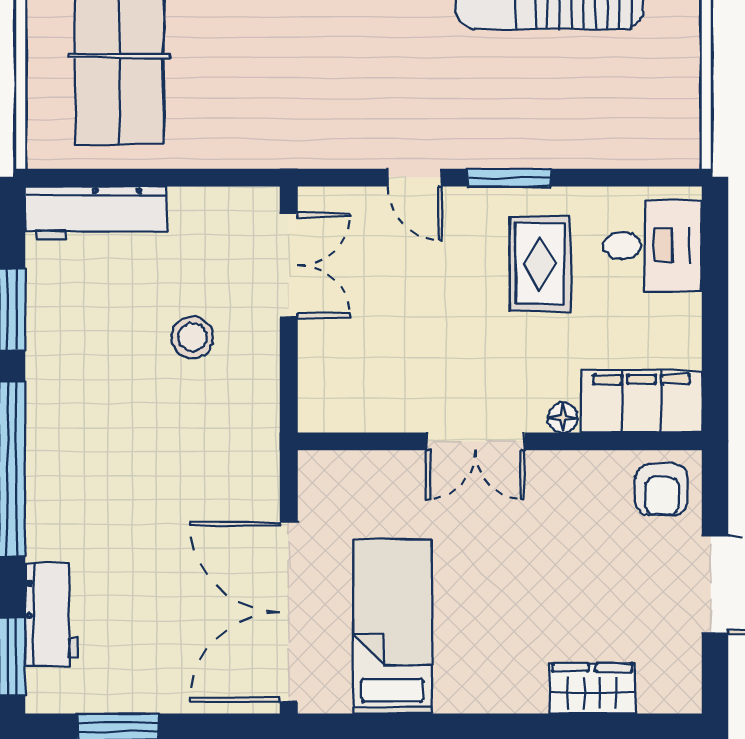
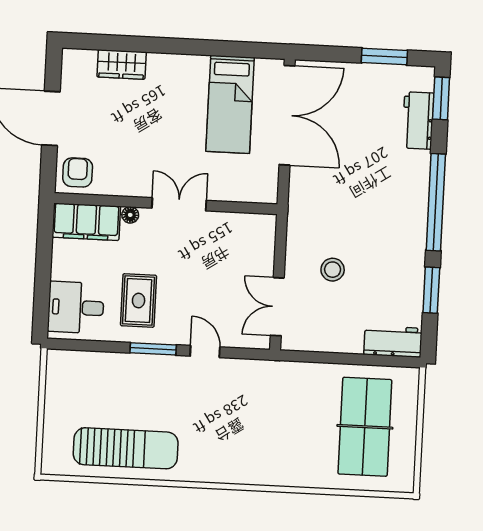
workbench: (96, 213) -> (393, 341), width x0.73

